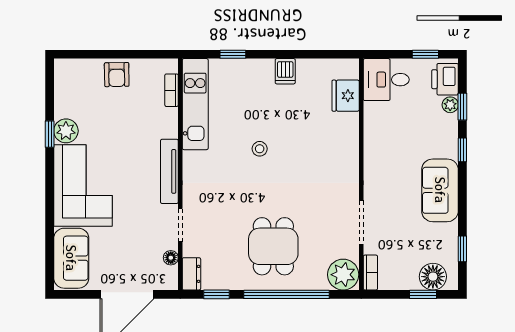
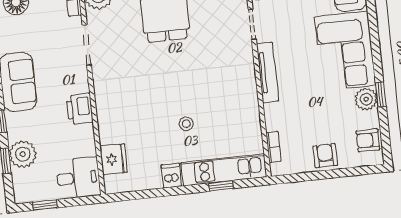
printer: (445, 79) -> (80, 109), moved, turned 180
armchair: (69, 86) -> (368, 140), added
kitchen unit: (195, 104) -> (224, 170), moved, turned 90
plant: (450, 105) -> (23, 154), width x1.88, depth x1.88
stool: (260, 149) -> (186, 124), moved

